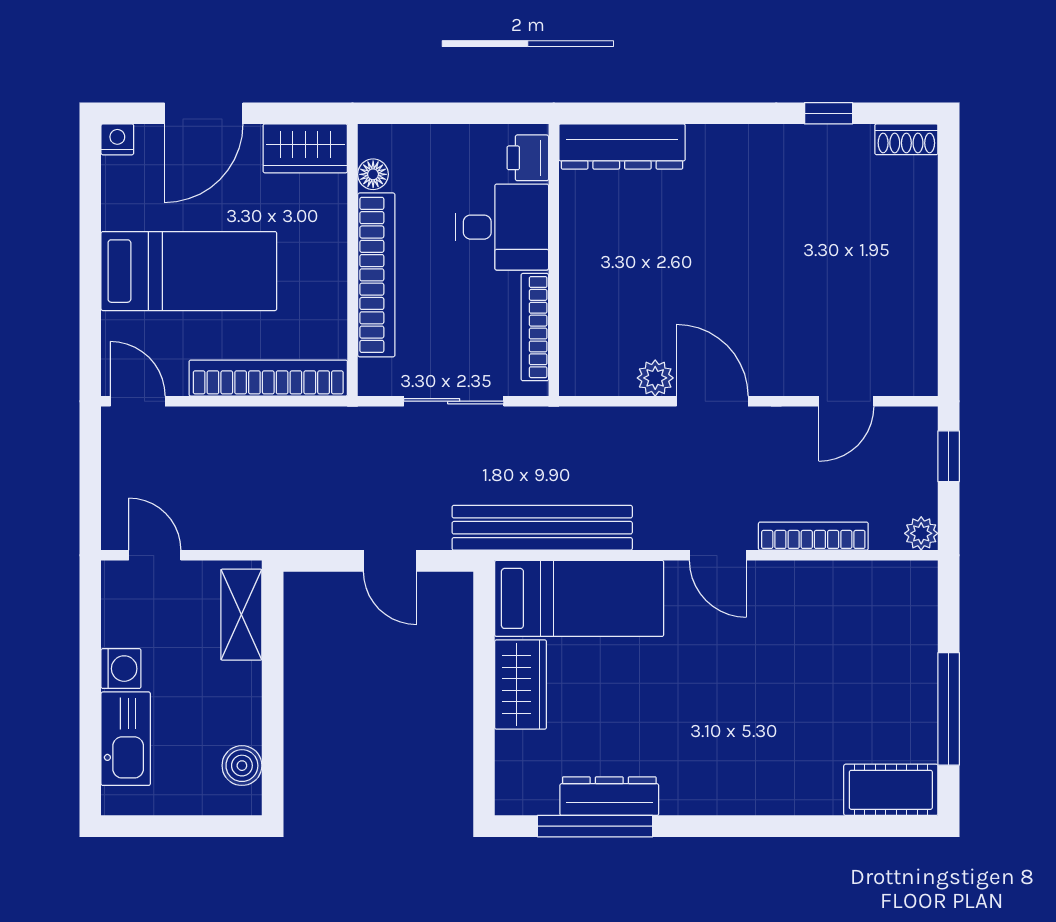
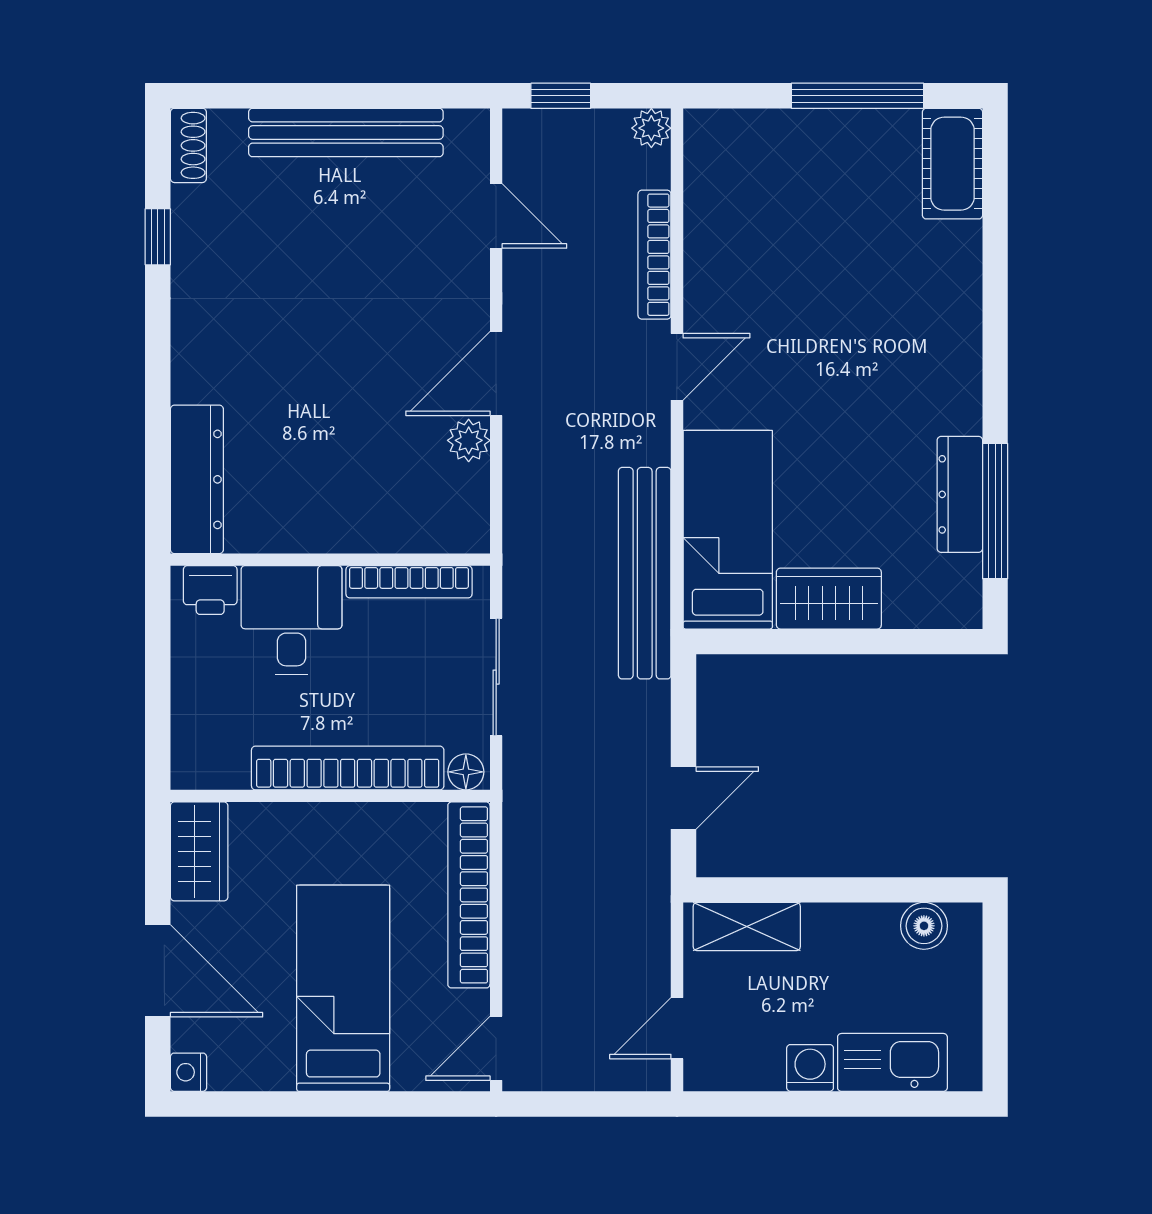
floor lamp: (373, 174) -> (466, 772), moved
bench: (917, 273) -> (346, 132), added
door: (390, 561) -> (684, 798), moved

